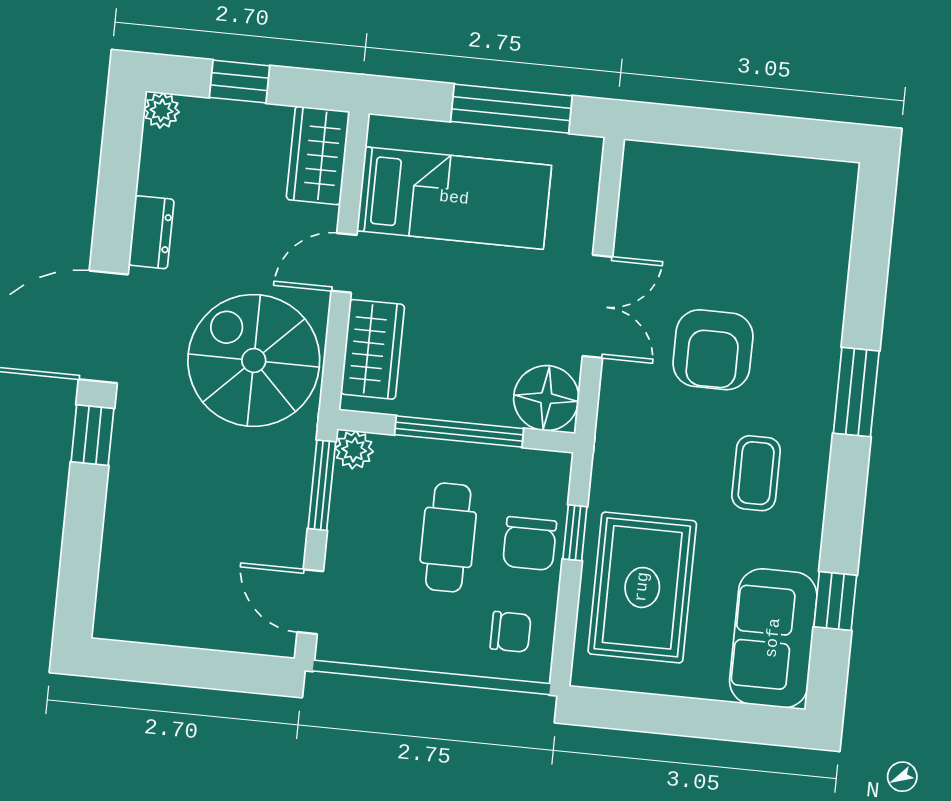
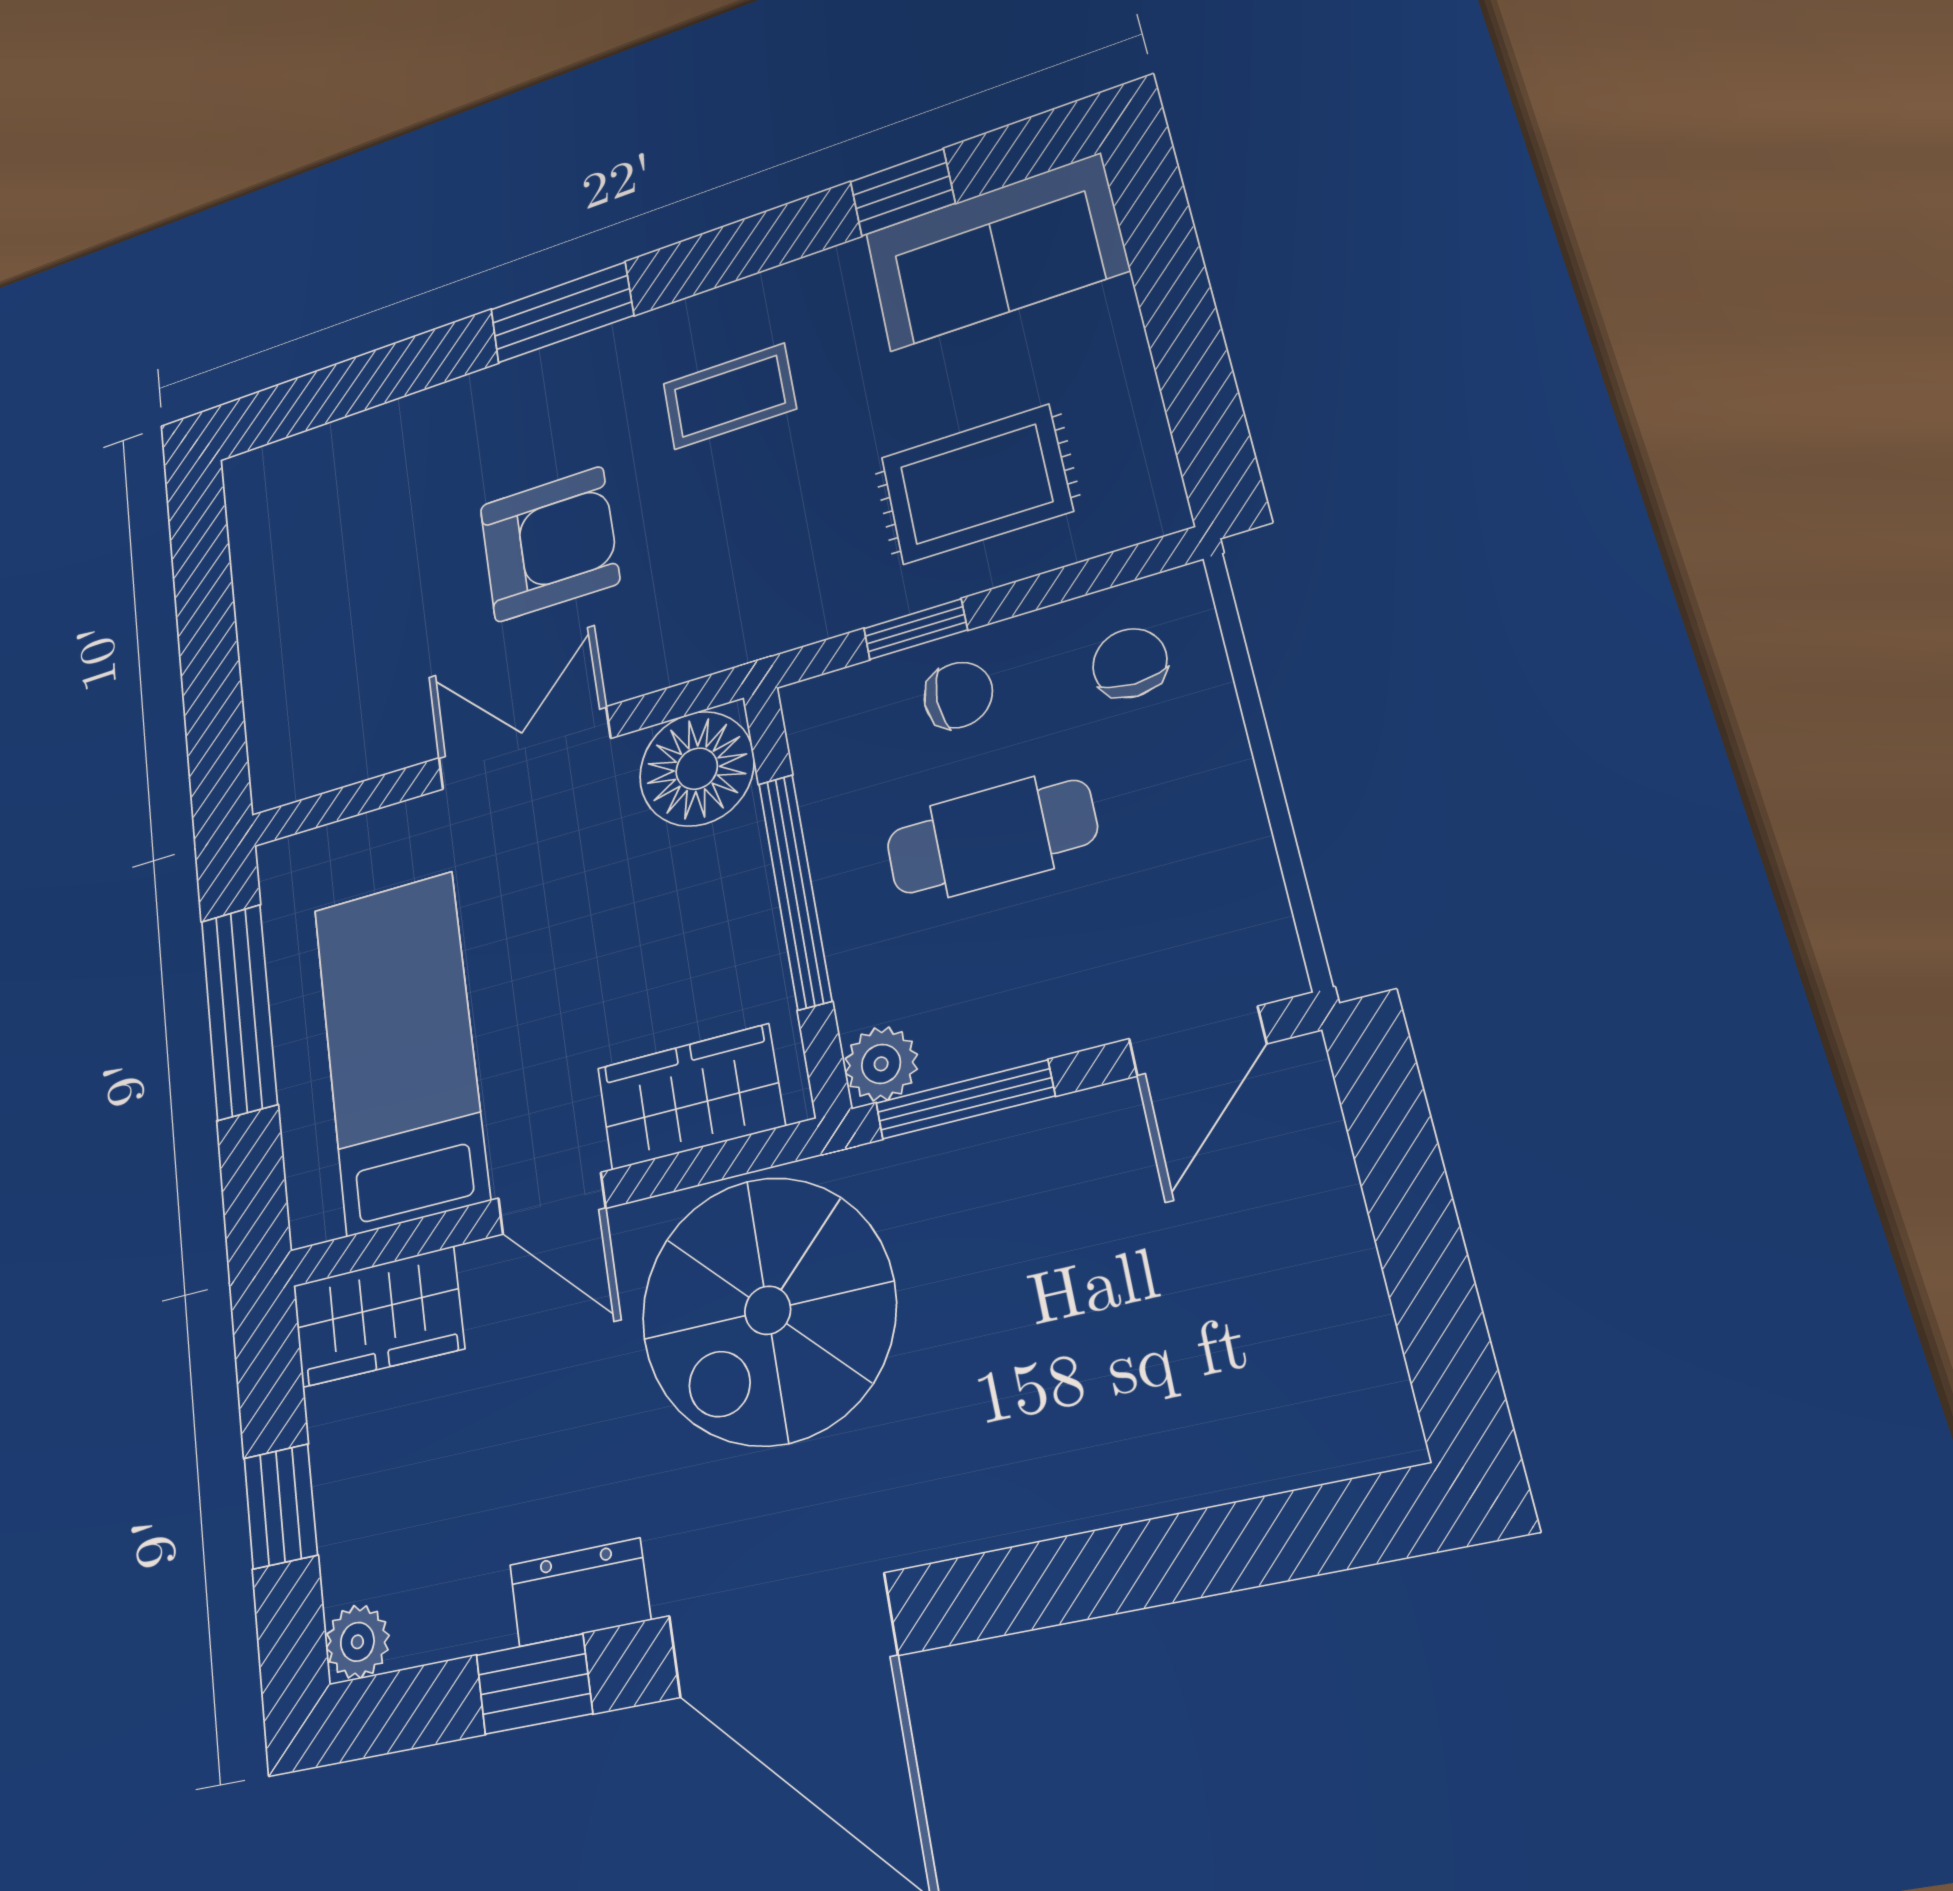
window: (92, 435) -> (534, 1684), moved
chair: (530, 544) -> (958, 695), width x0.73, depth x0.73
rug: (642, 587) -> (976, 484), width x0.73, depth x0.70

